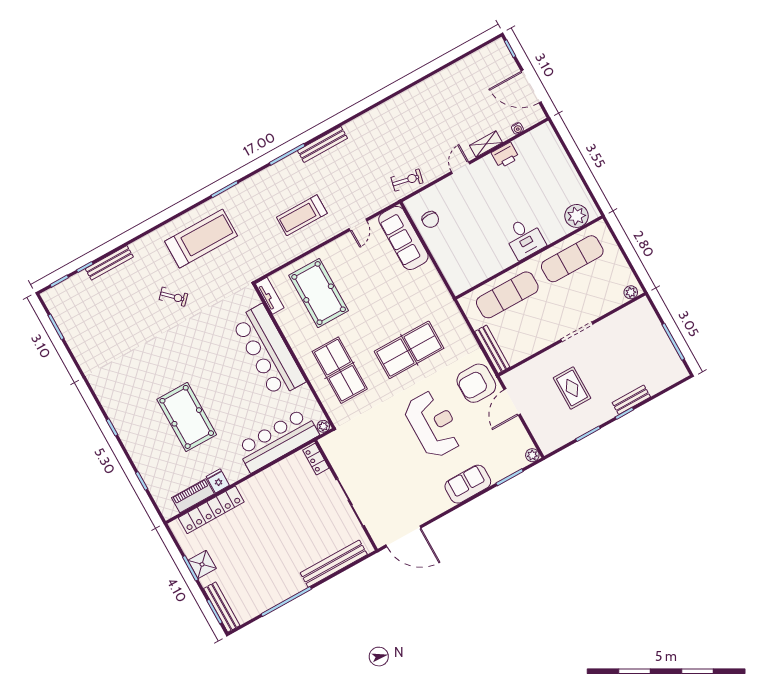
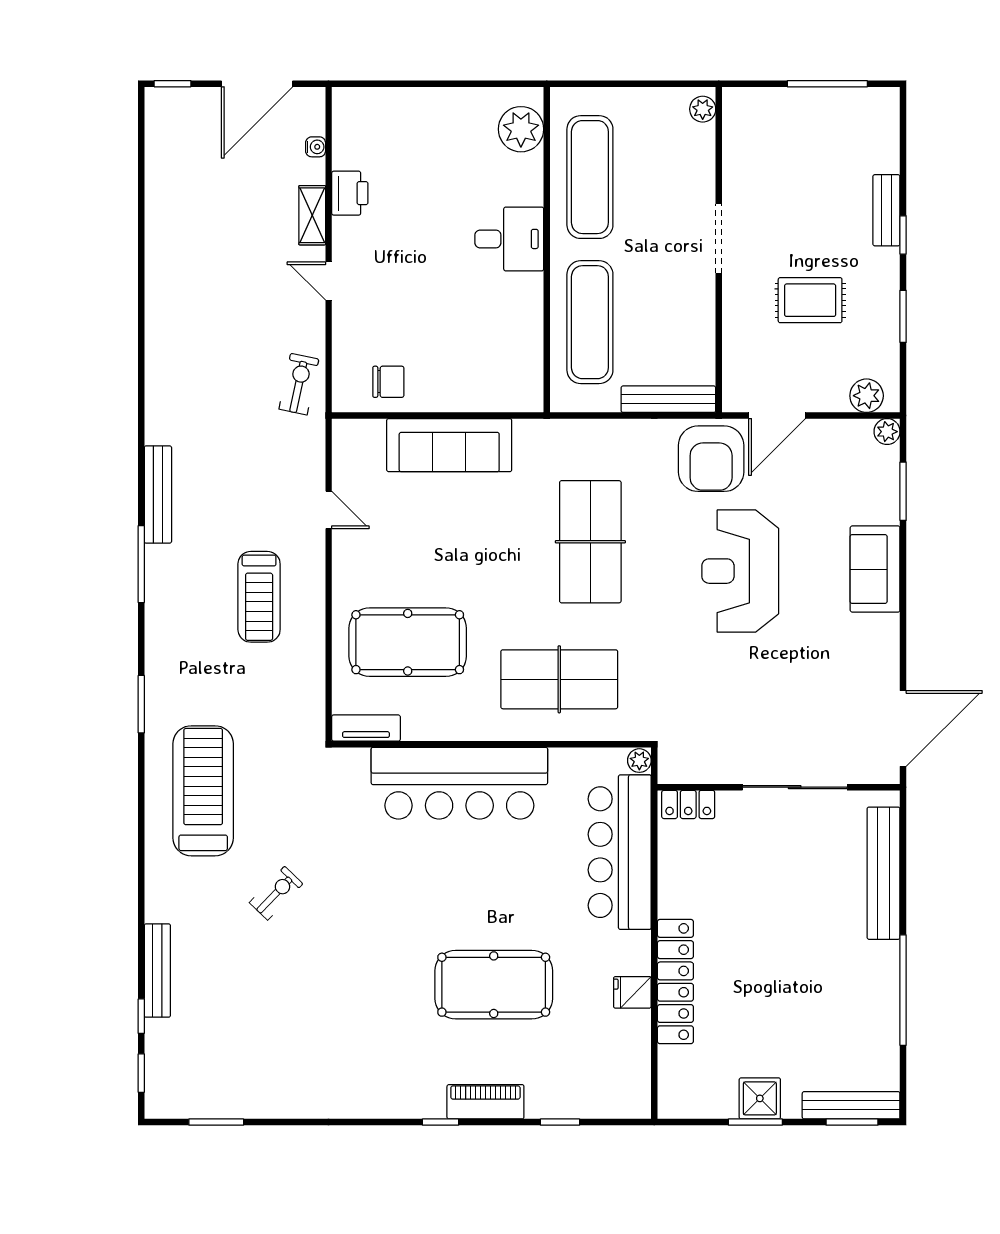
sofa: (403, 238) -> (449, 445), moved
door: (512, 402) -> (777, 415), hinge flipped
reception desk: (433, 424) -> (740, 571), turned -90
plant: (543, 437) -> (867, 396), added
piano: (193, 496) -> (485, 1102), moved, turned 90
locker: (211, 510) -> (675, 982), moved

